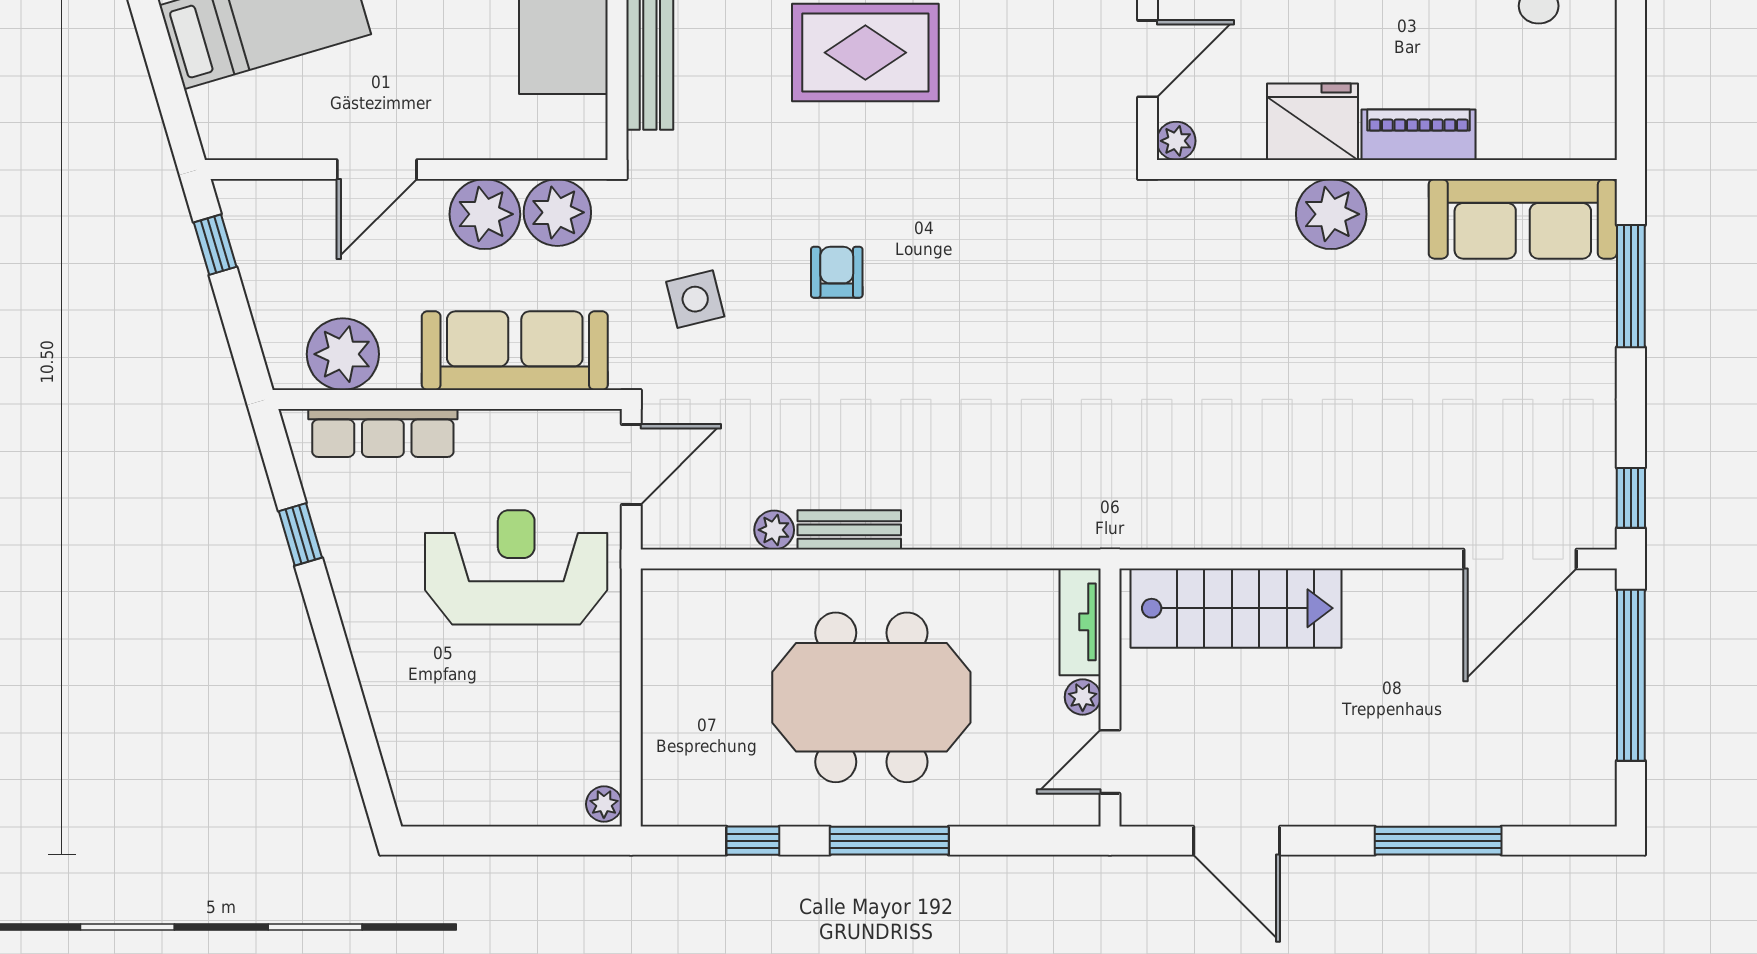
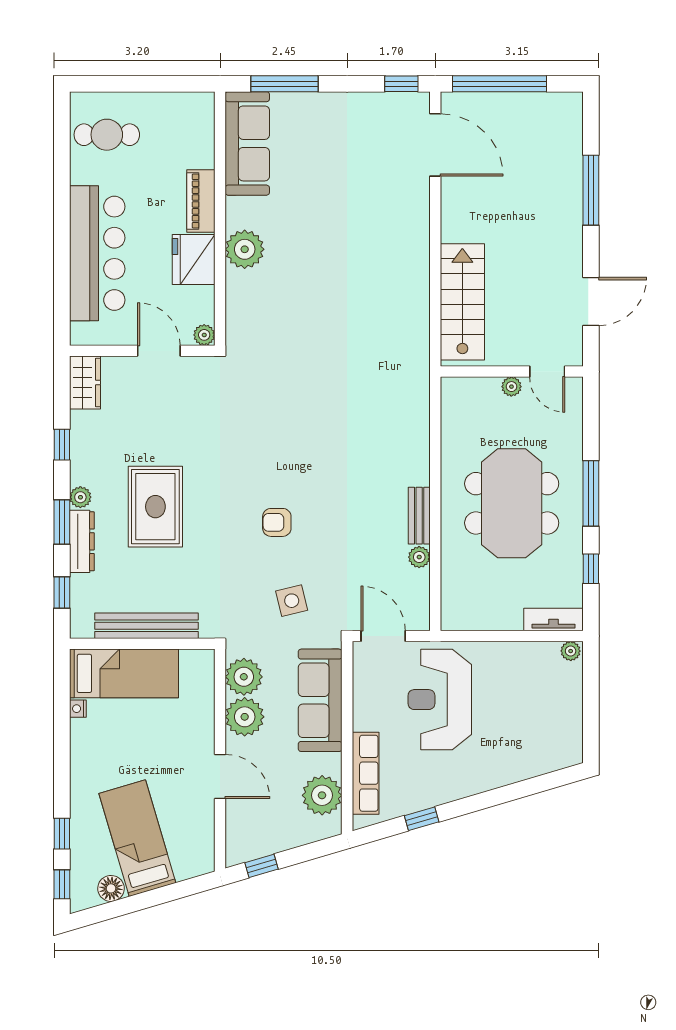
tv unit: (1080, 622) -> (553, 620), moved, turned 180

